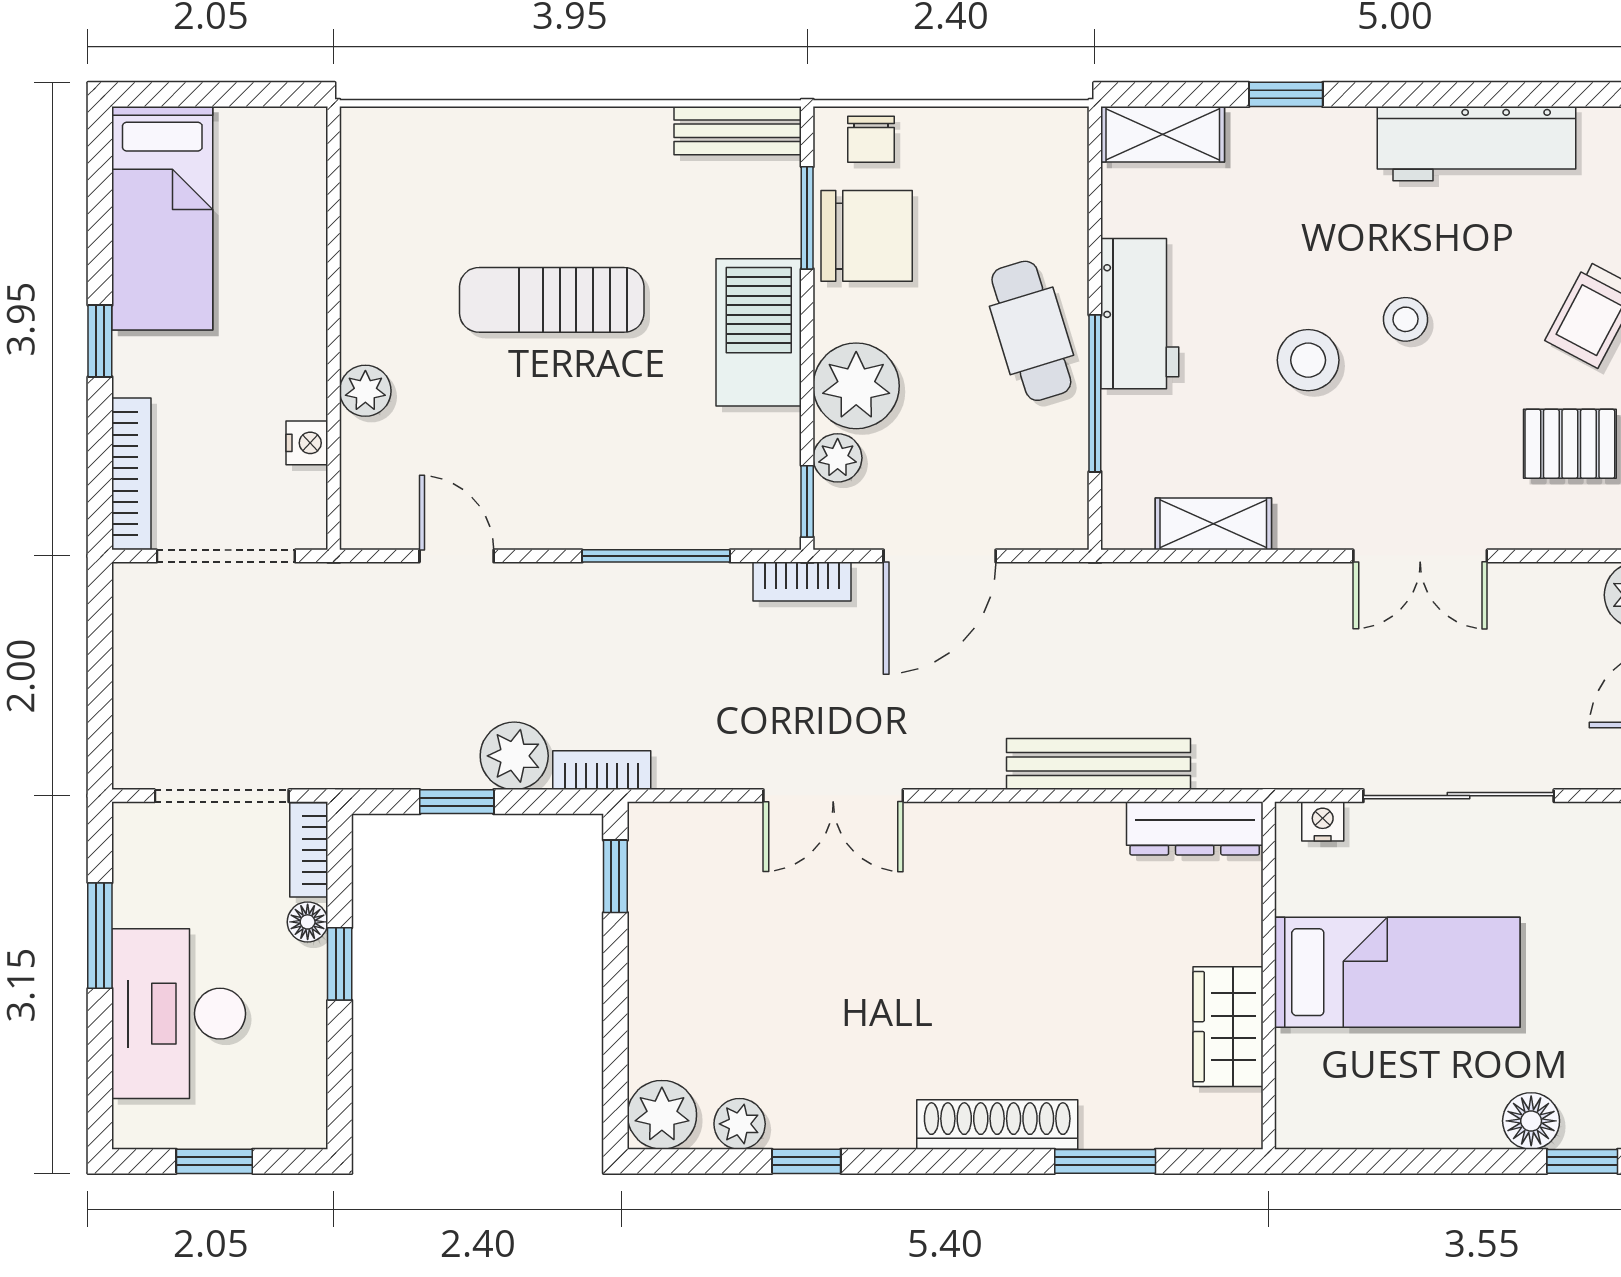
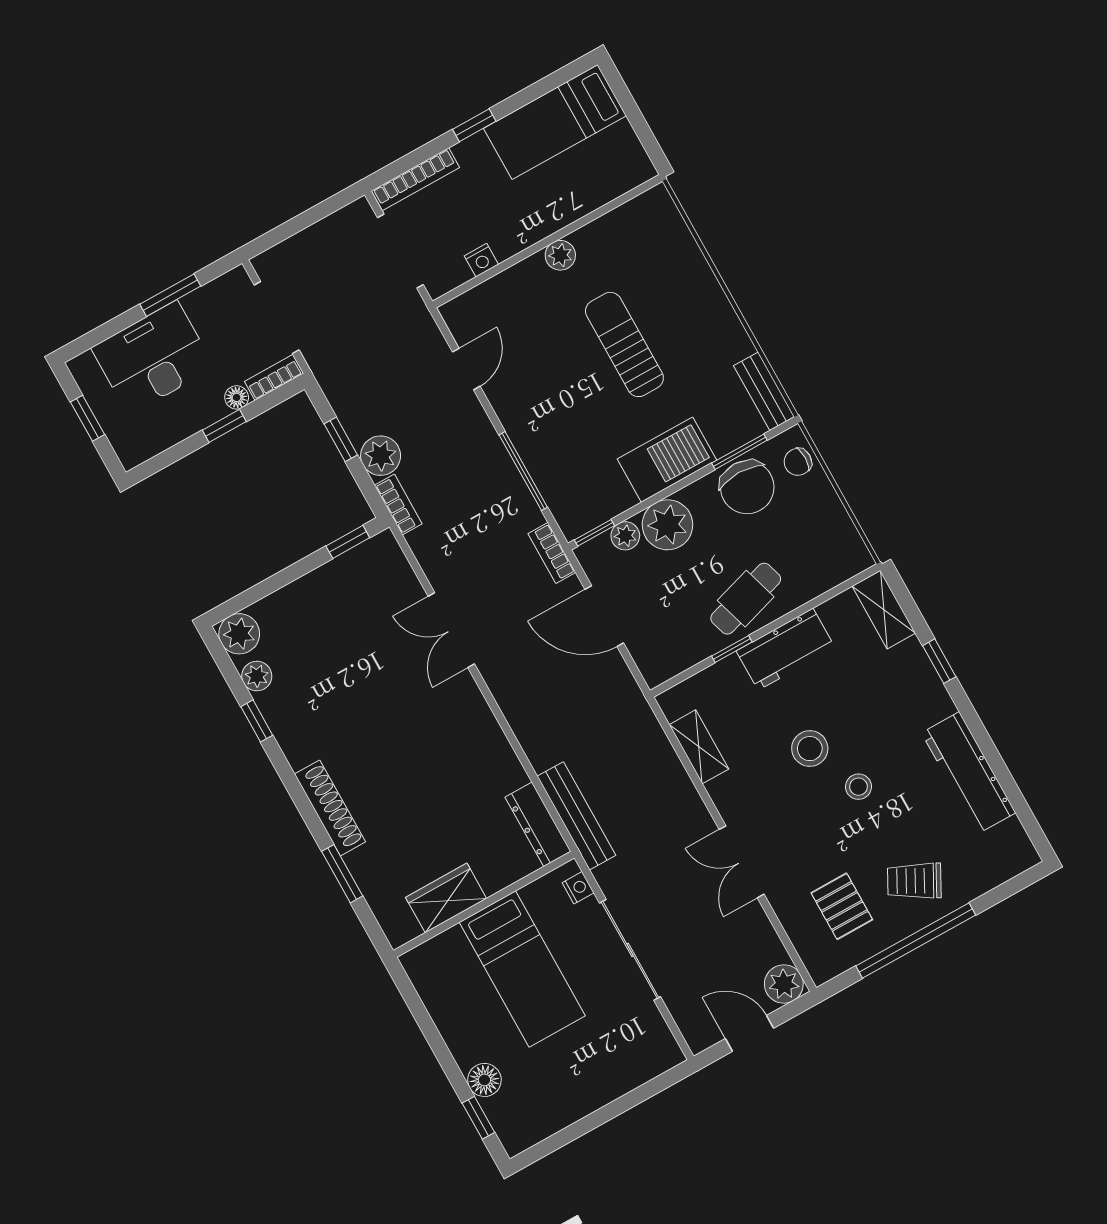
plant: (365, 391) -> (560, 255), moved
window: (1095, 393) -> (732, 649), width x0.46
bench: (1098, 764) -> (576, 816), moved

